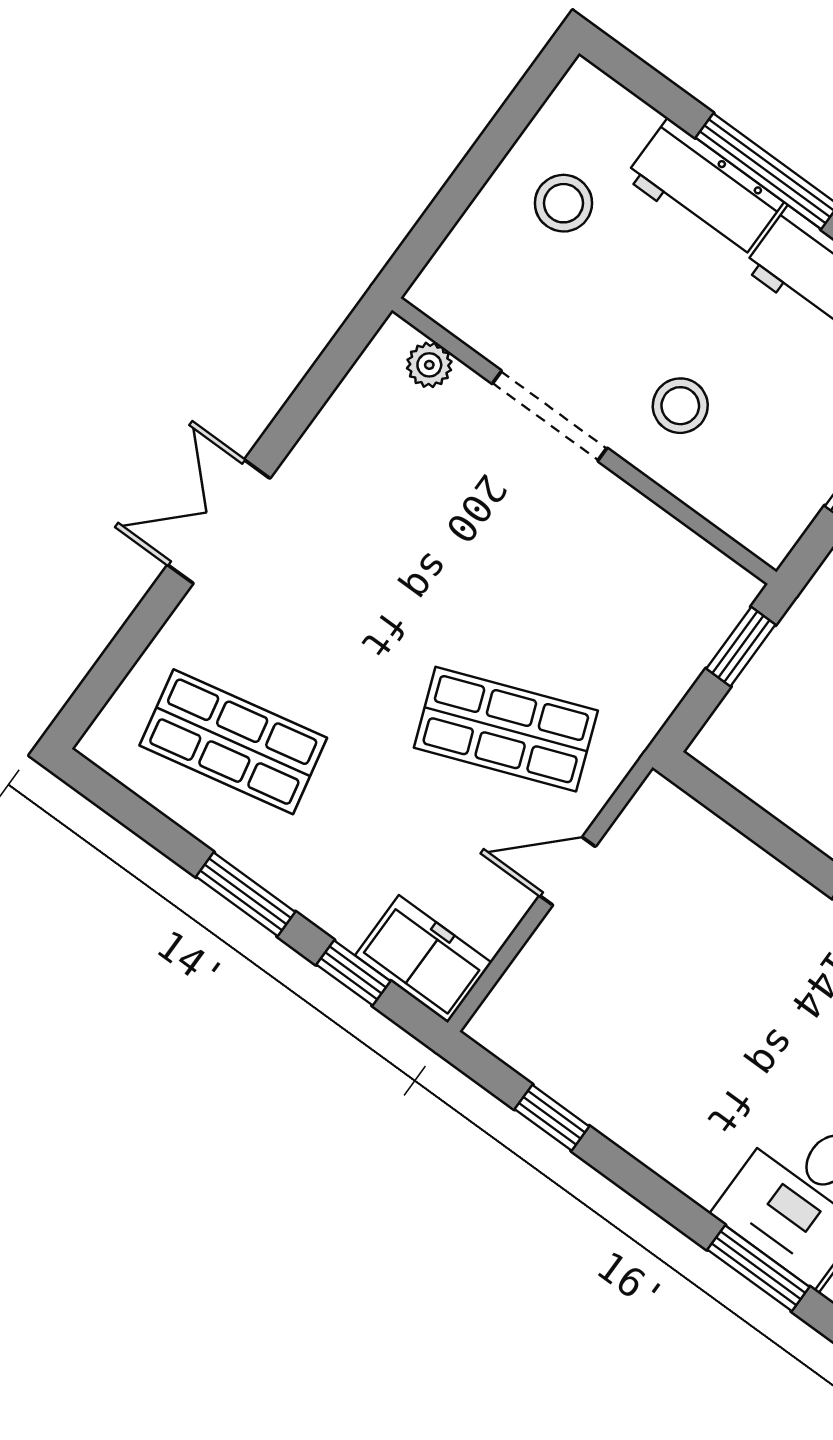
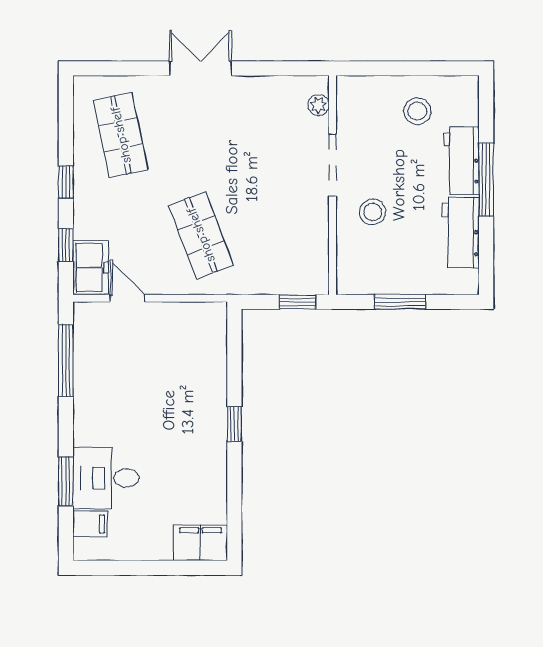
door: (568, 871) -> (127, 298), moved
window: (246, 894) -> (66, 182), width x0.67
window: (552, 1118) -> (66, 361), width x2.17

